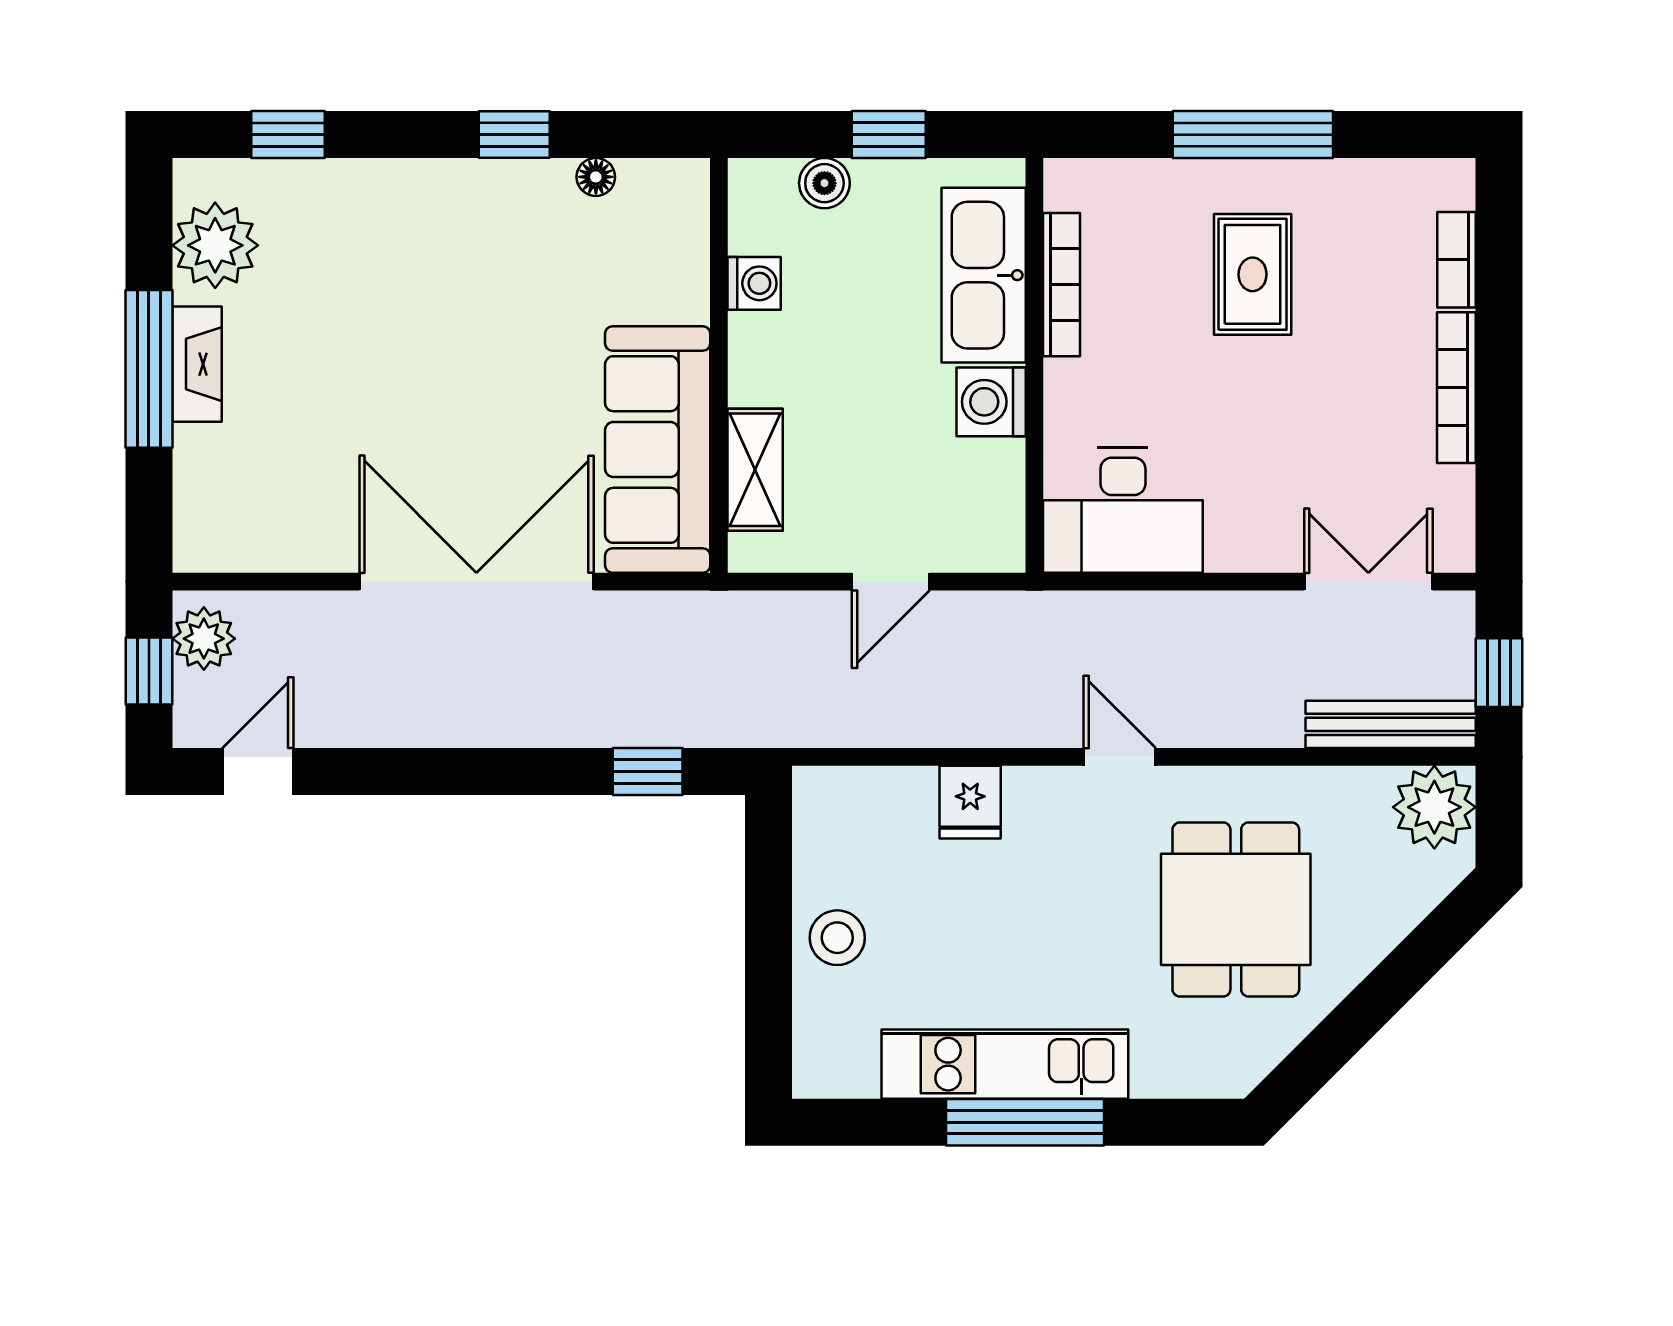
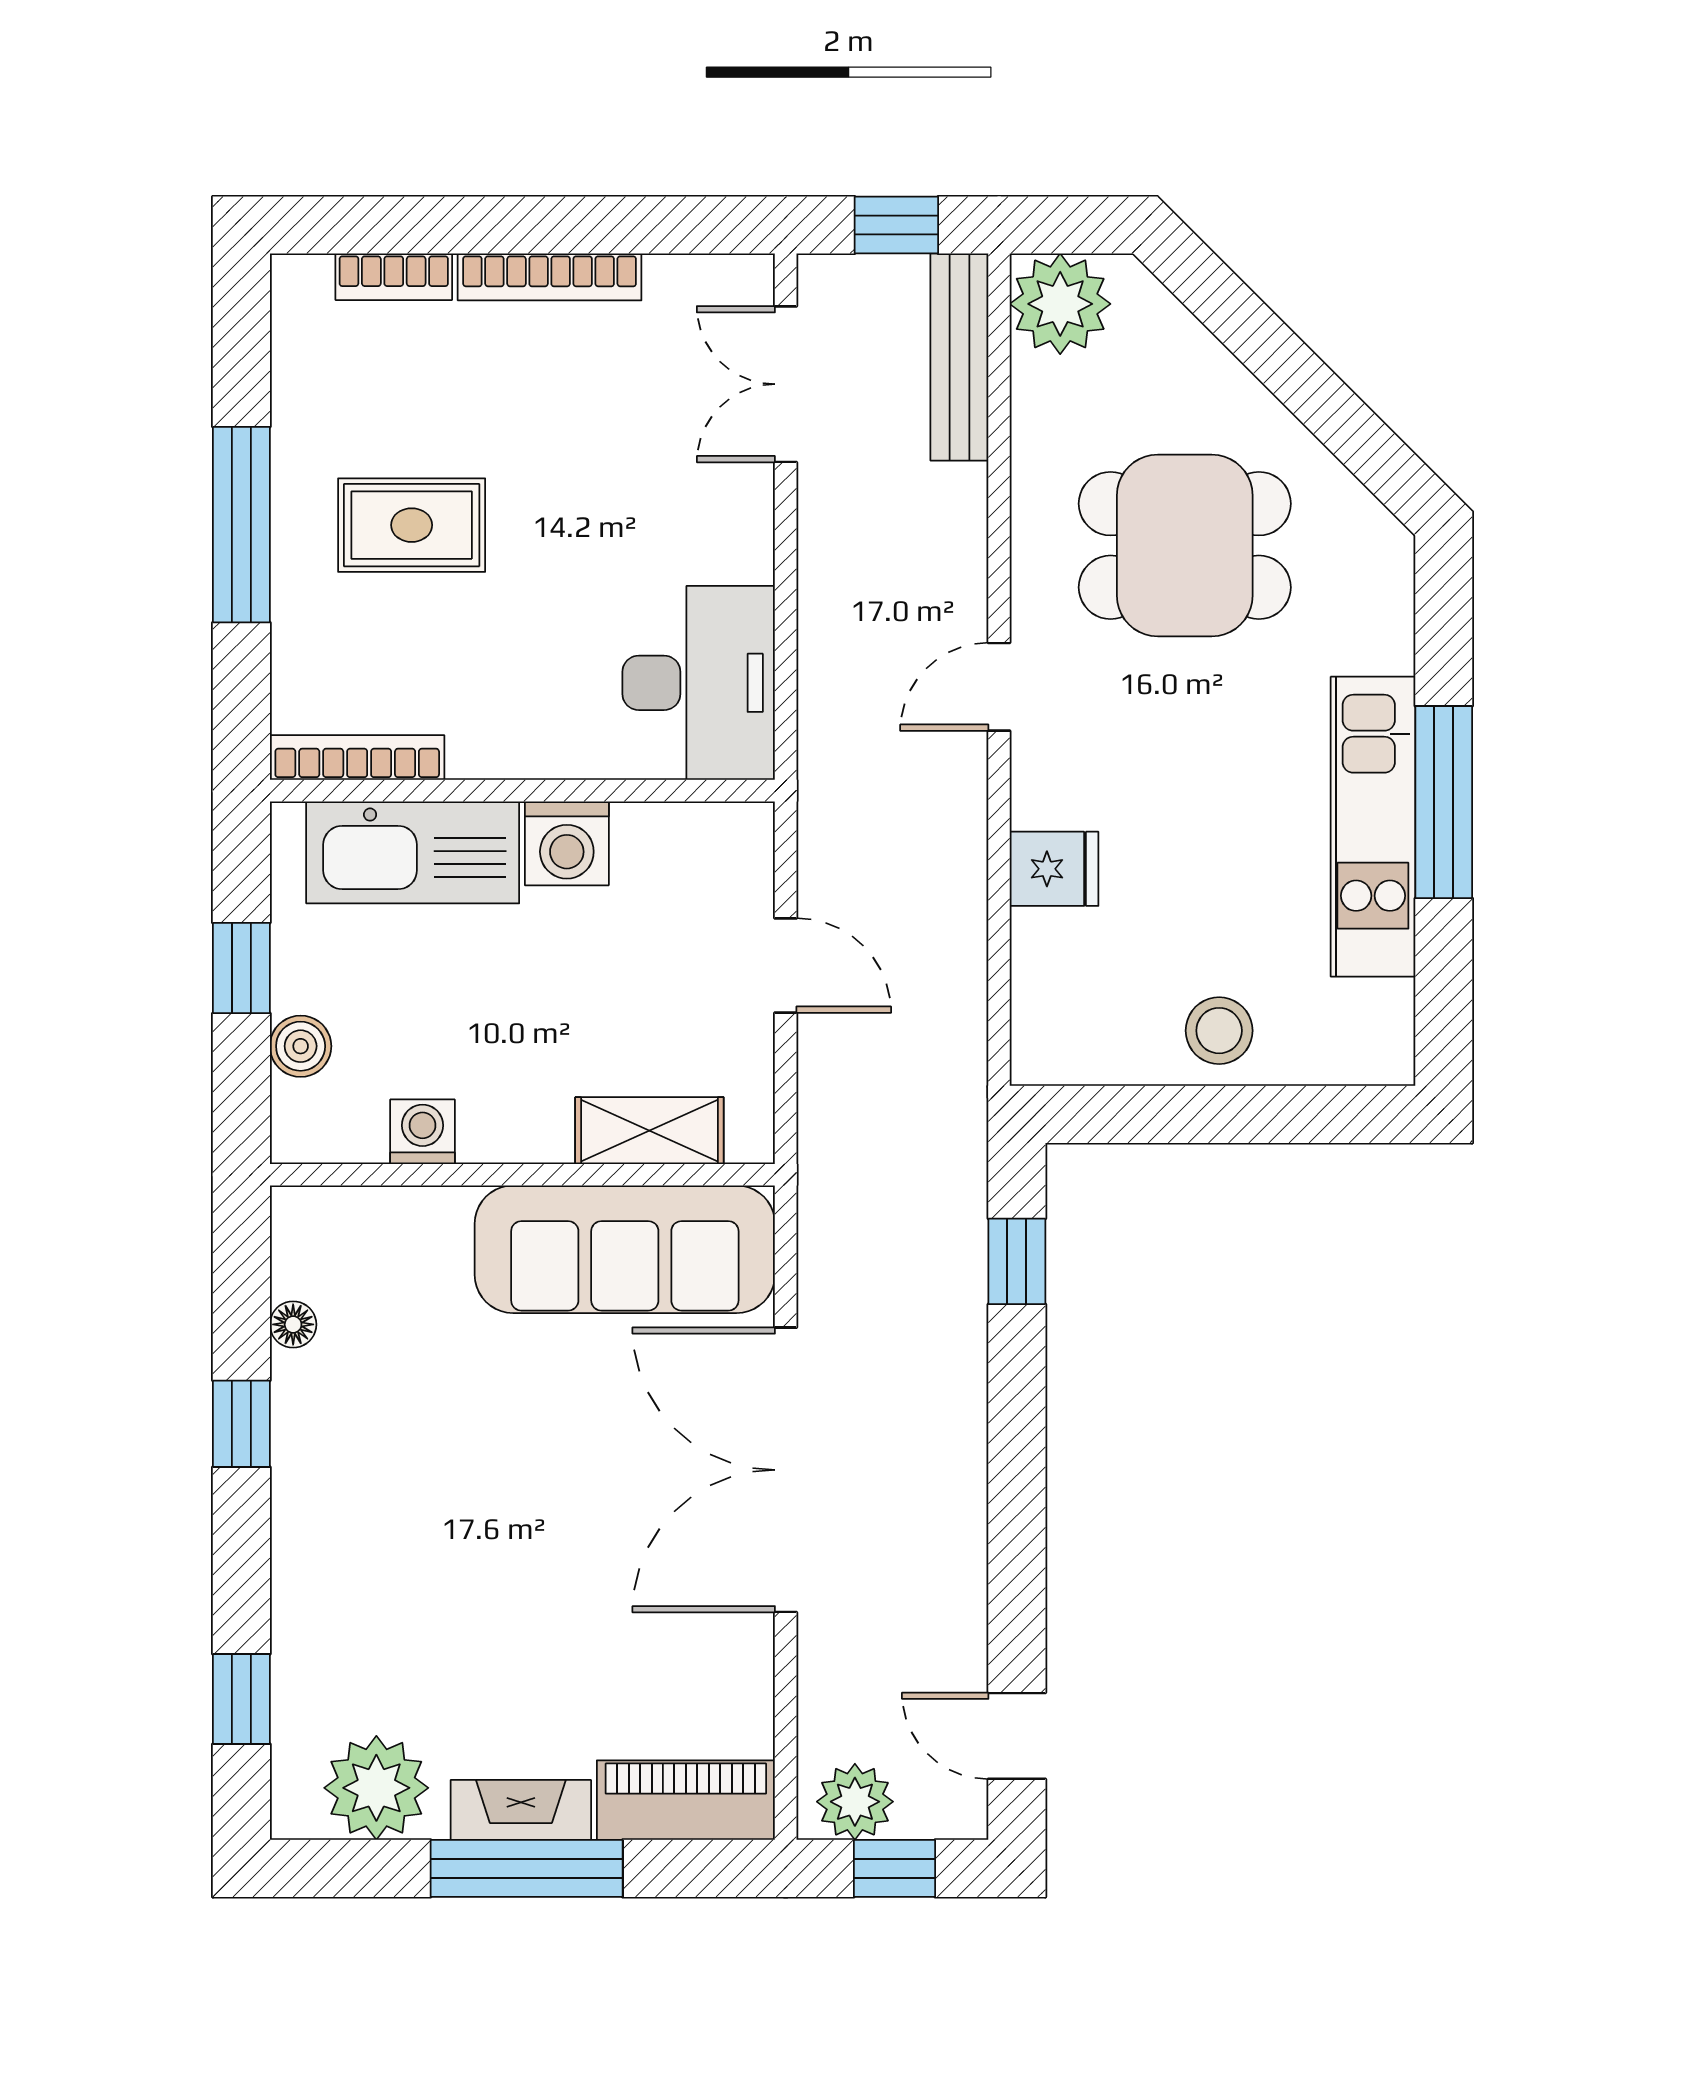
bookcase: (1062, 285) -> (357, 758), moved
piano: (205, 500) -> (686, 1800), added

